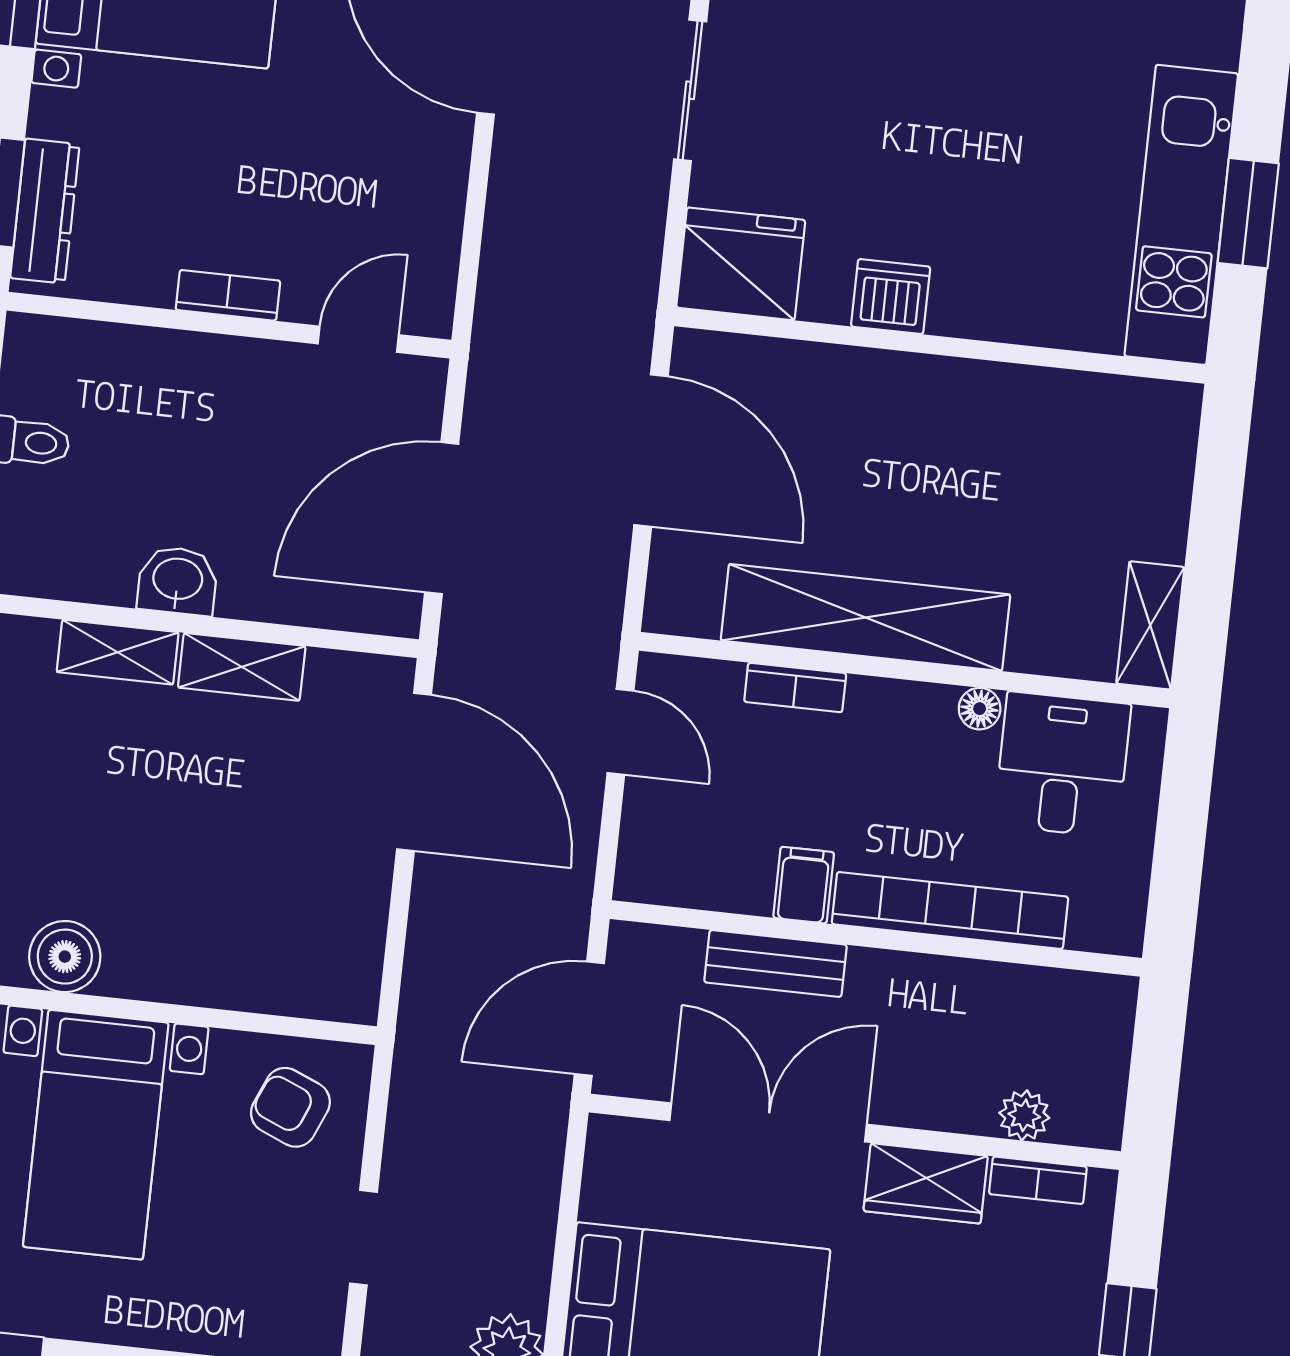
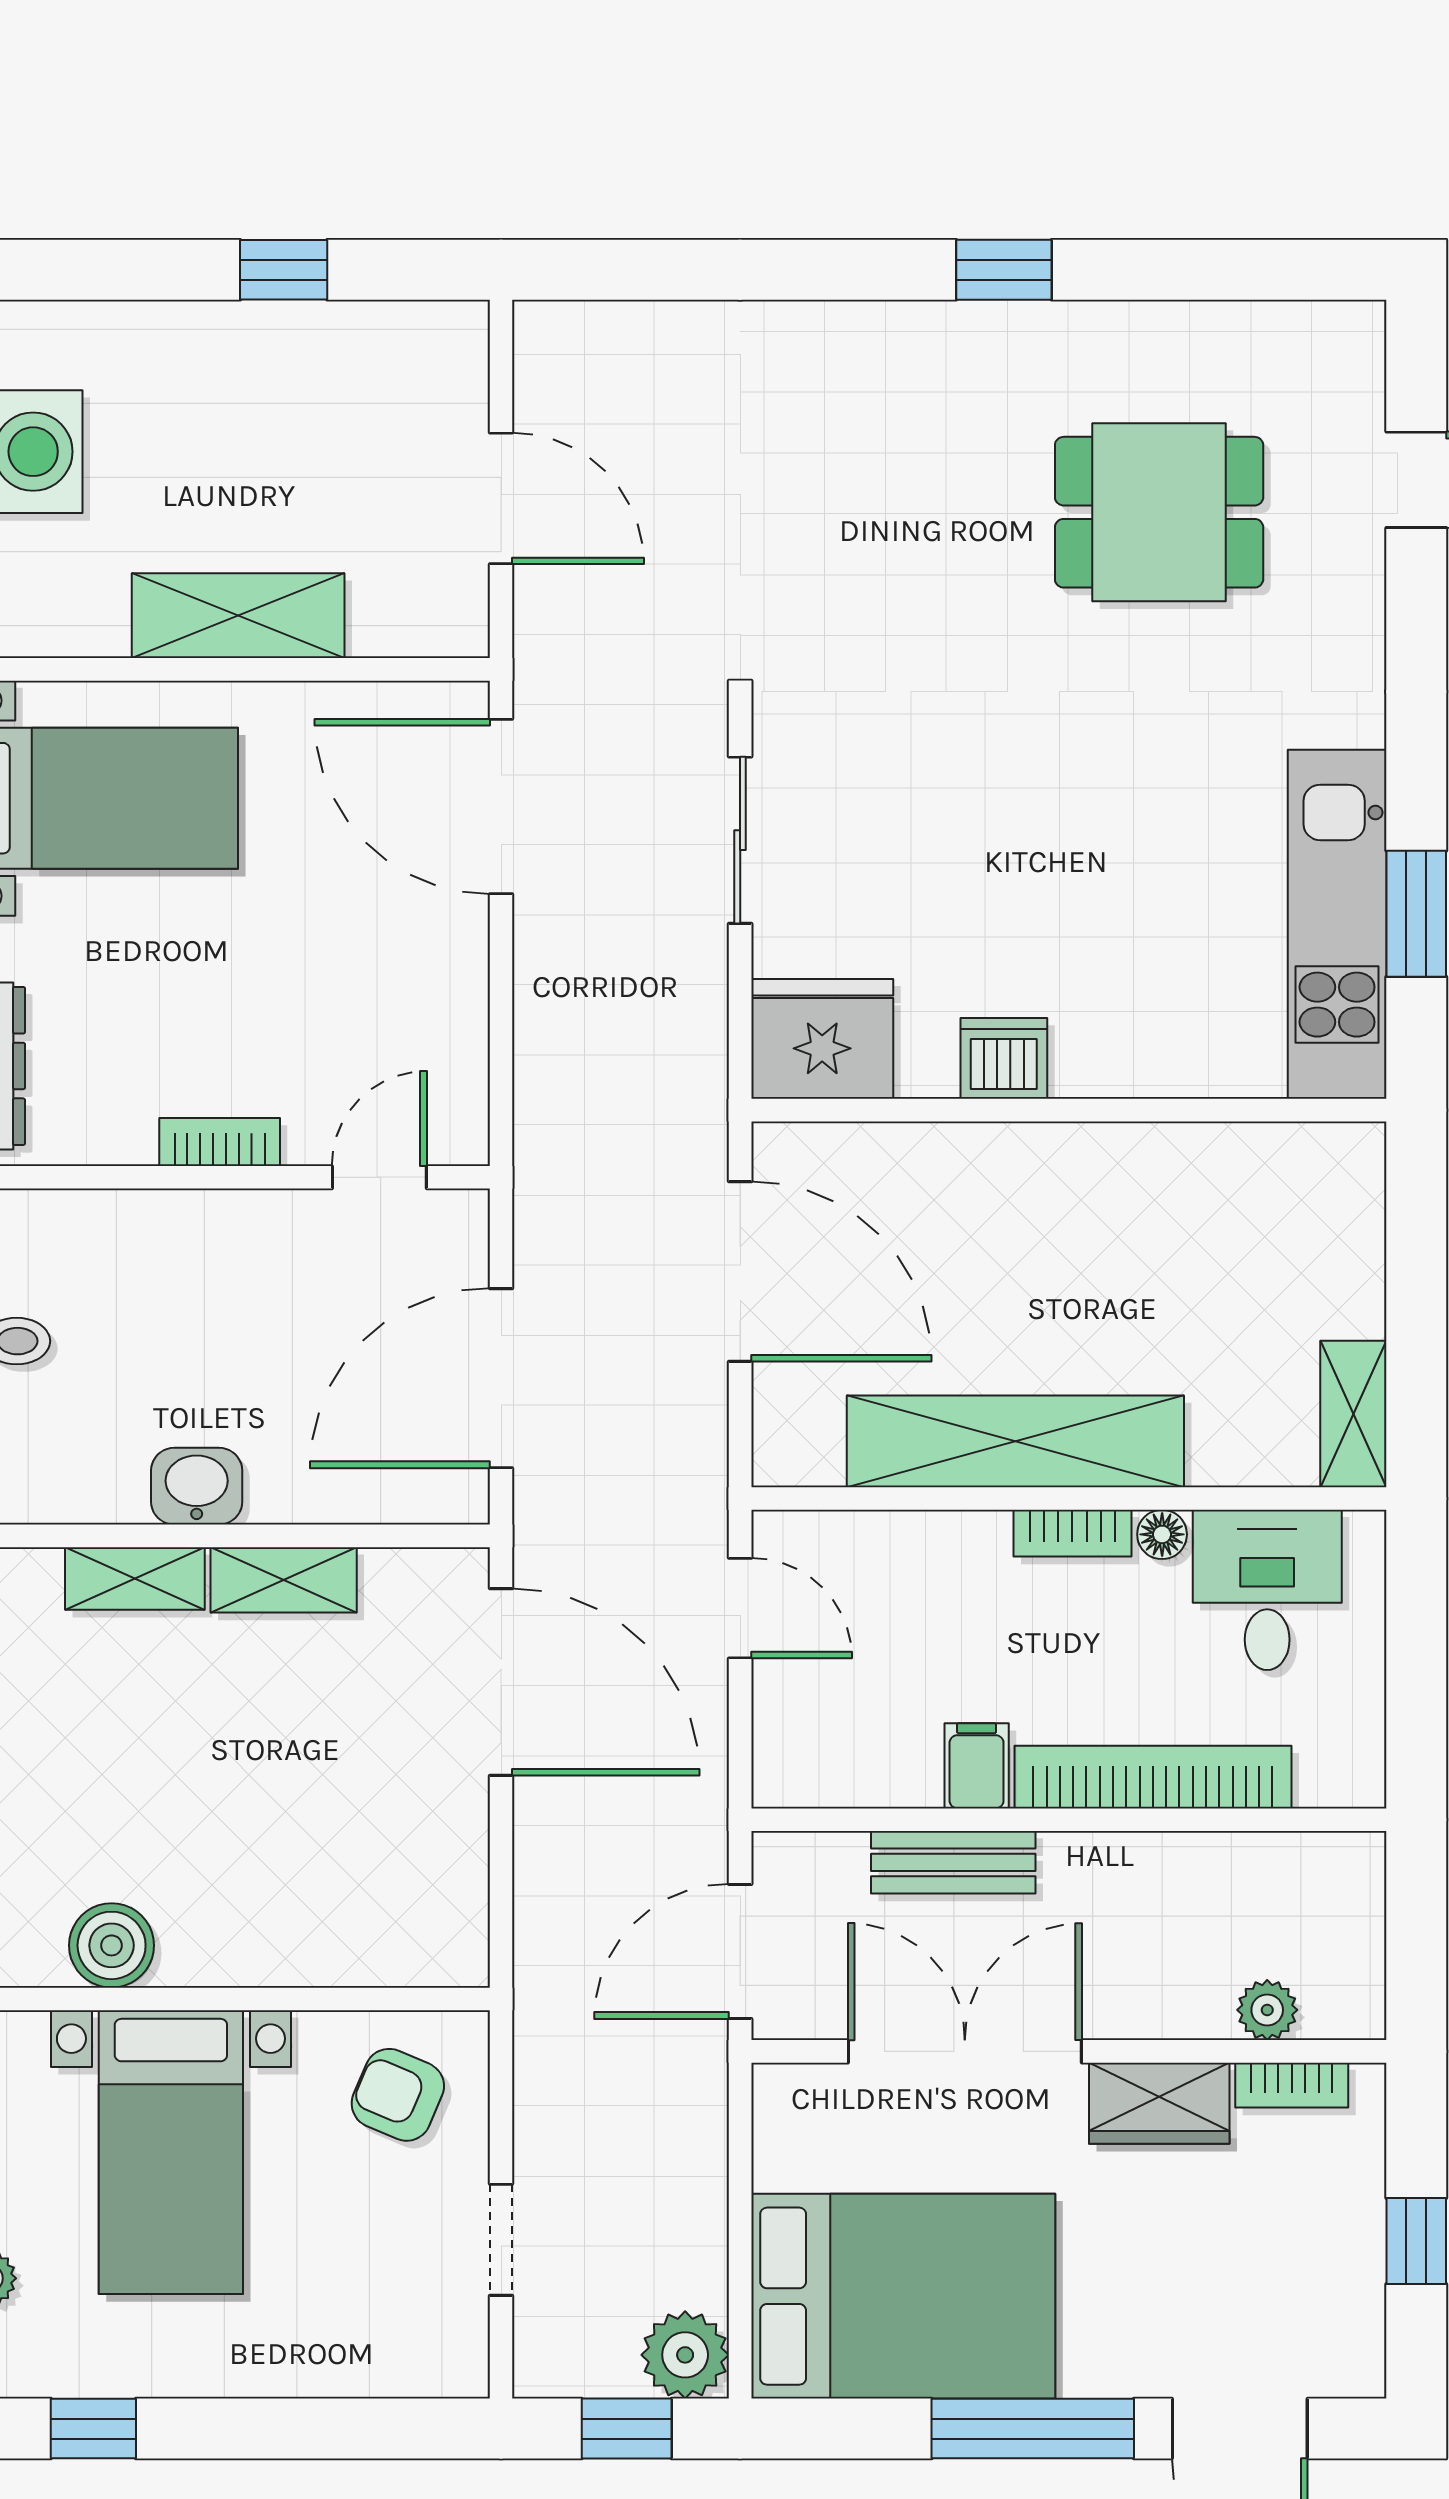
bookcase: (795, 688) -> (1072, 1533), moved

